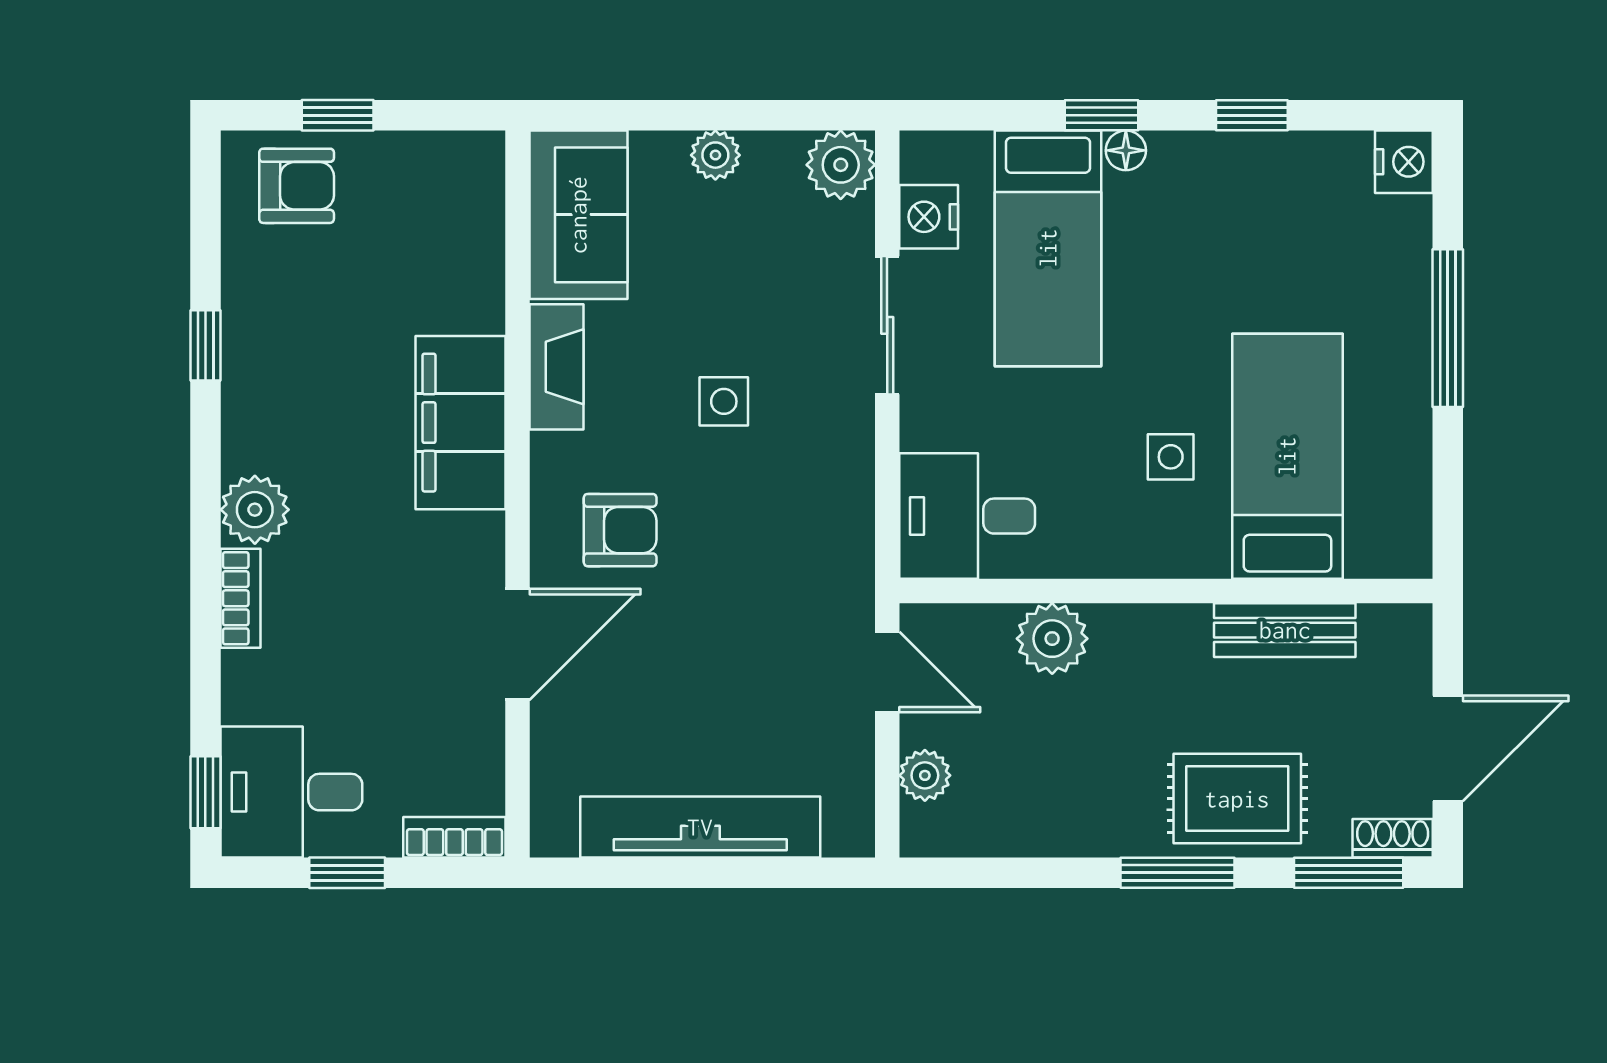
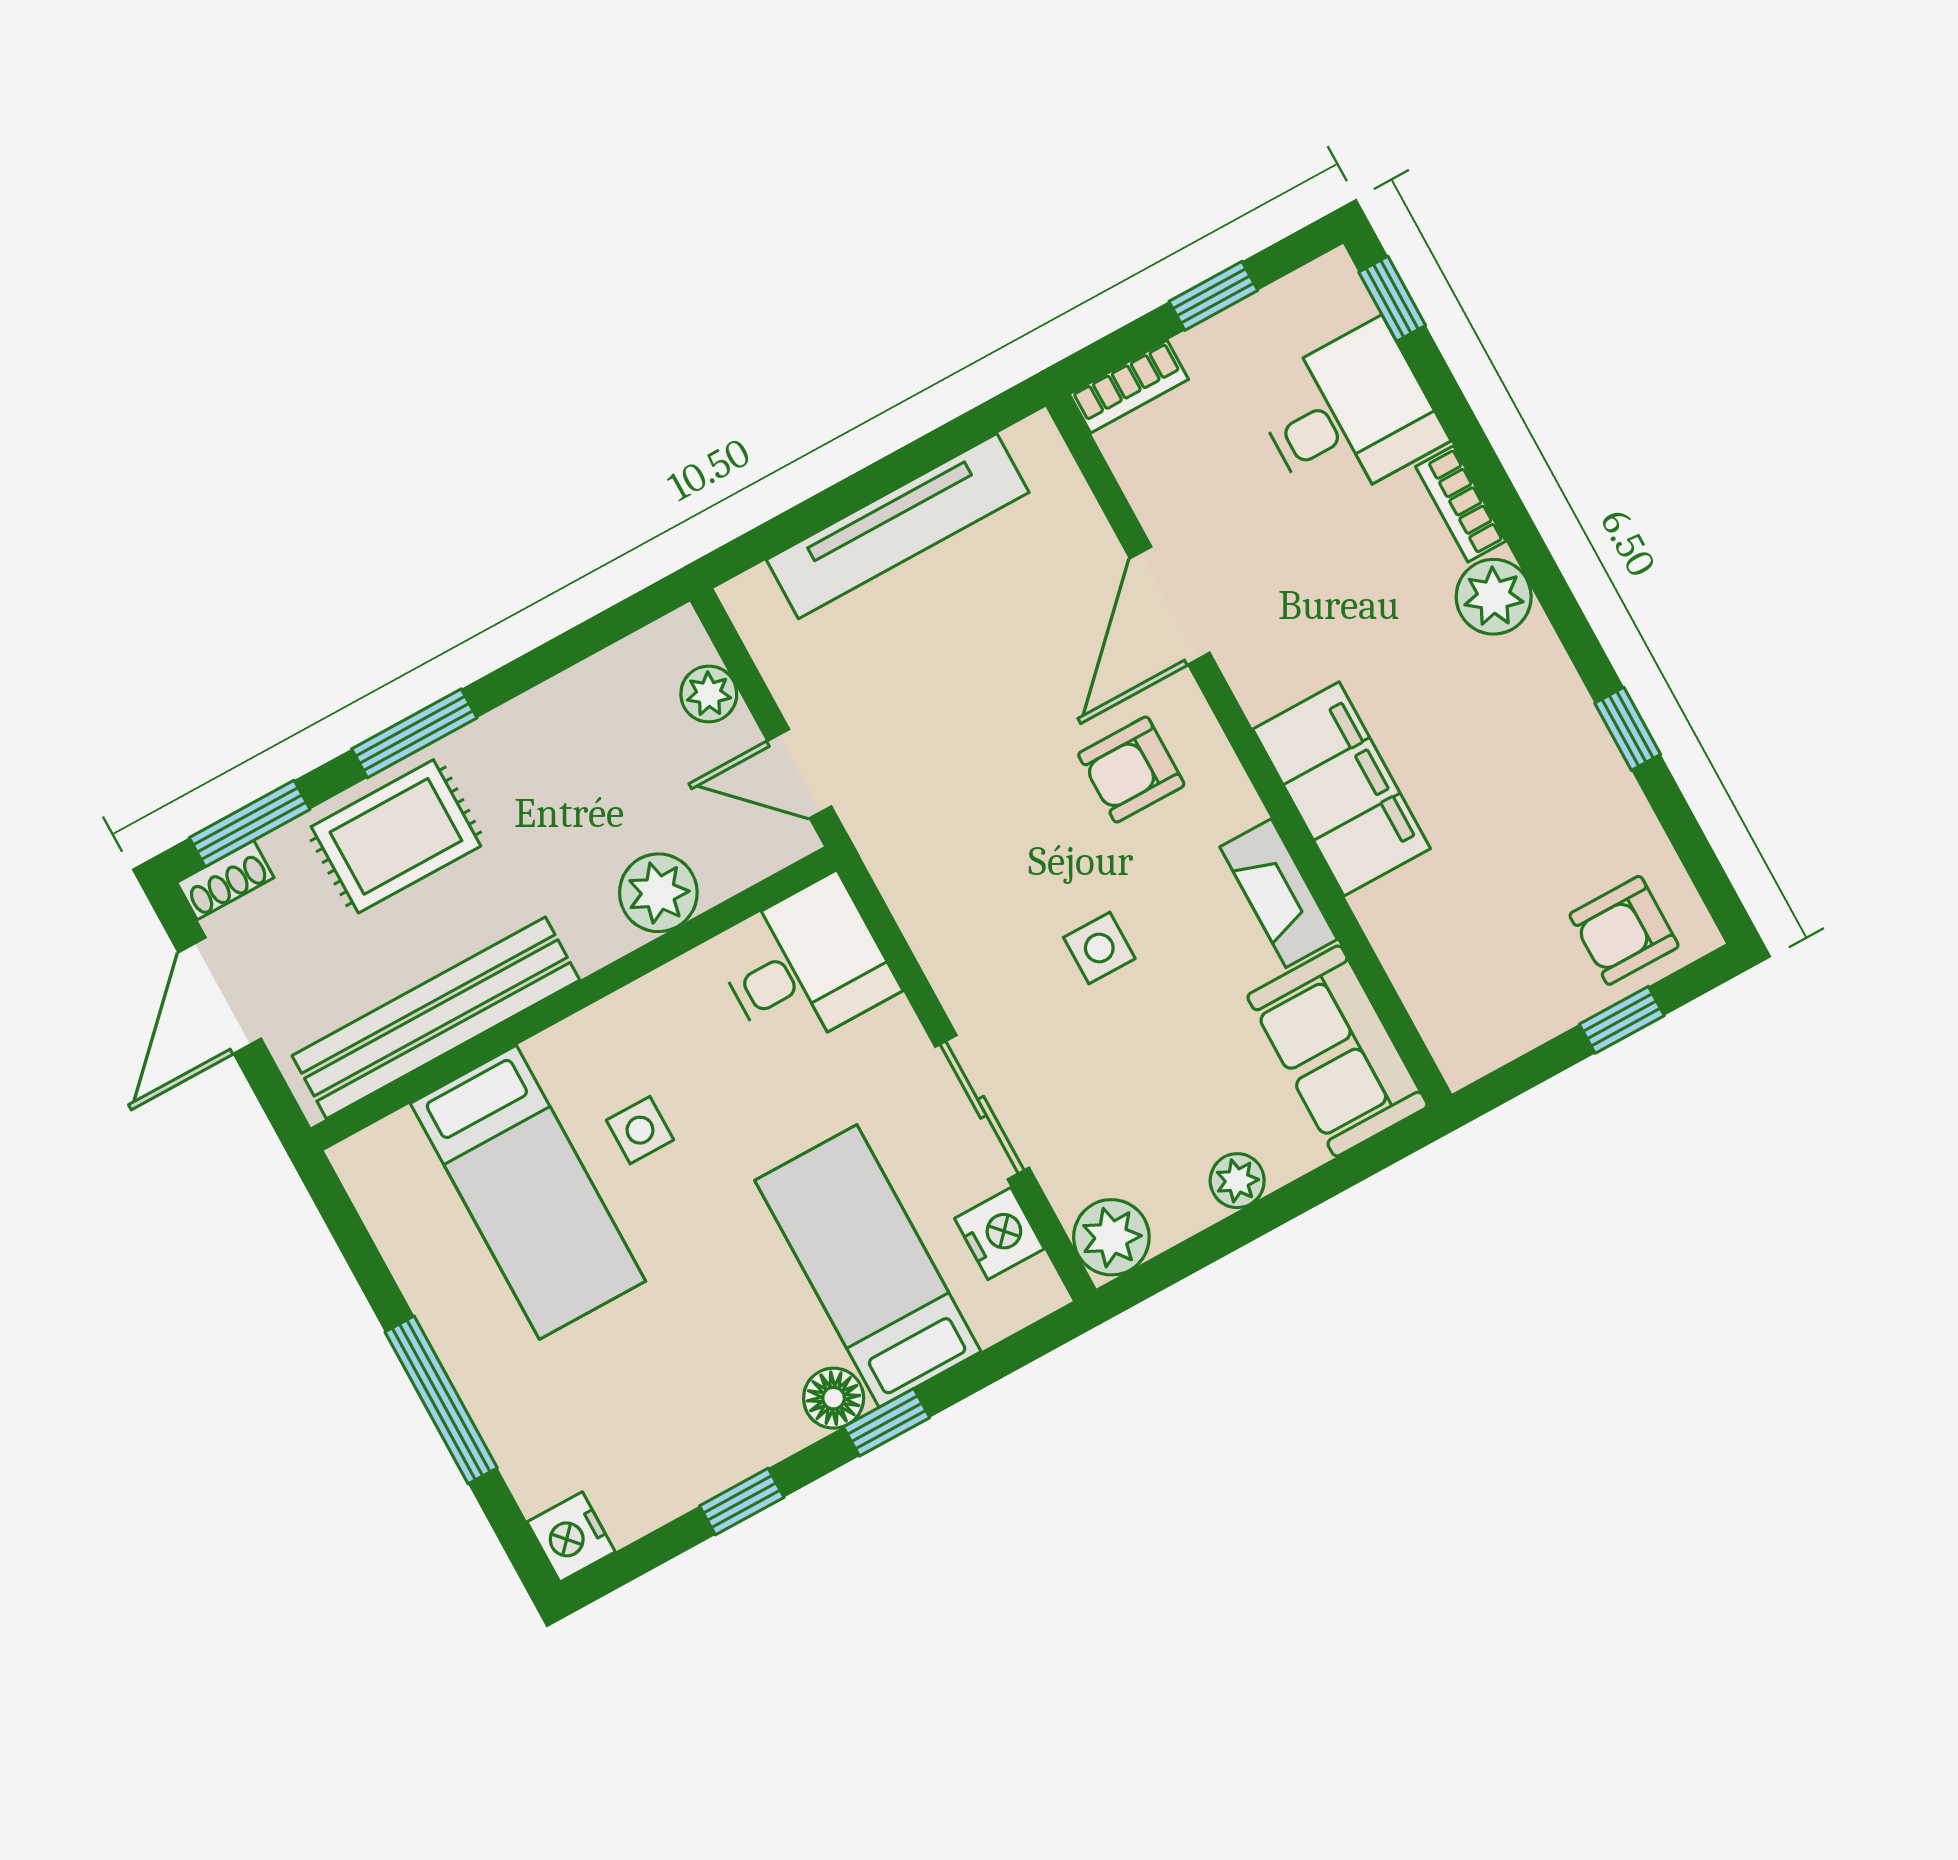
floor lamp: (1126, 150) -> (834, 1398), width x1.37, depth x1.37
bench: (1285, 630) -> (436, 1018), width x1.86, depth x1.21
desk: (291, 792) -> (1348, 415), moved

